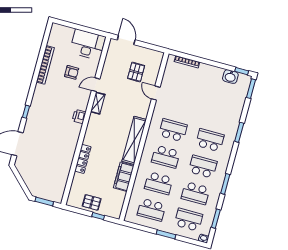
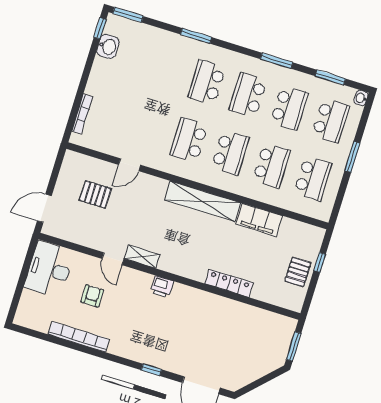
school desk: (188, 220) -> (331, 121), turned 180

